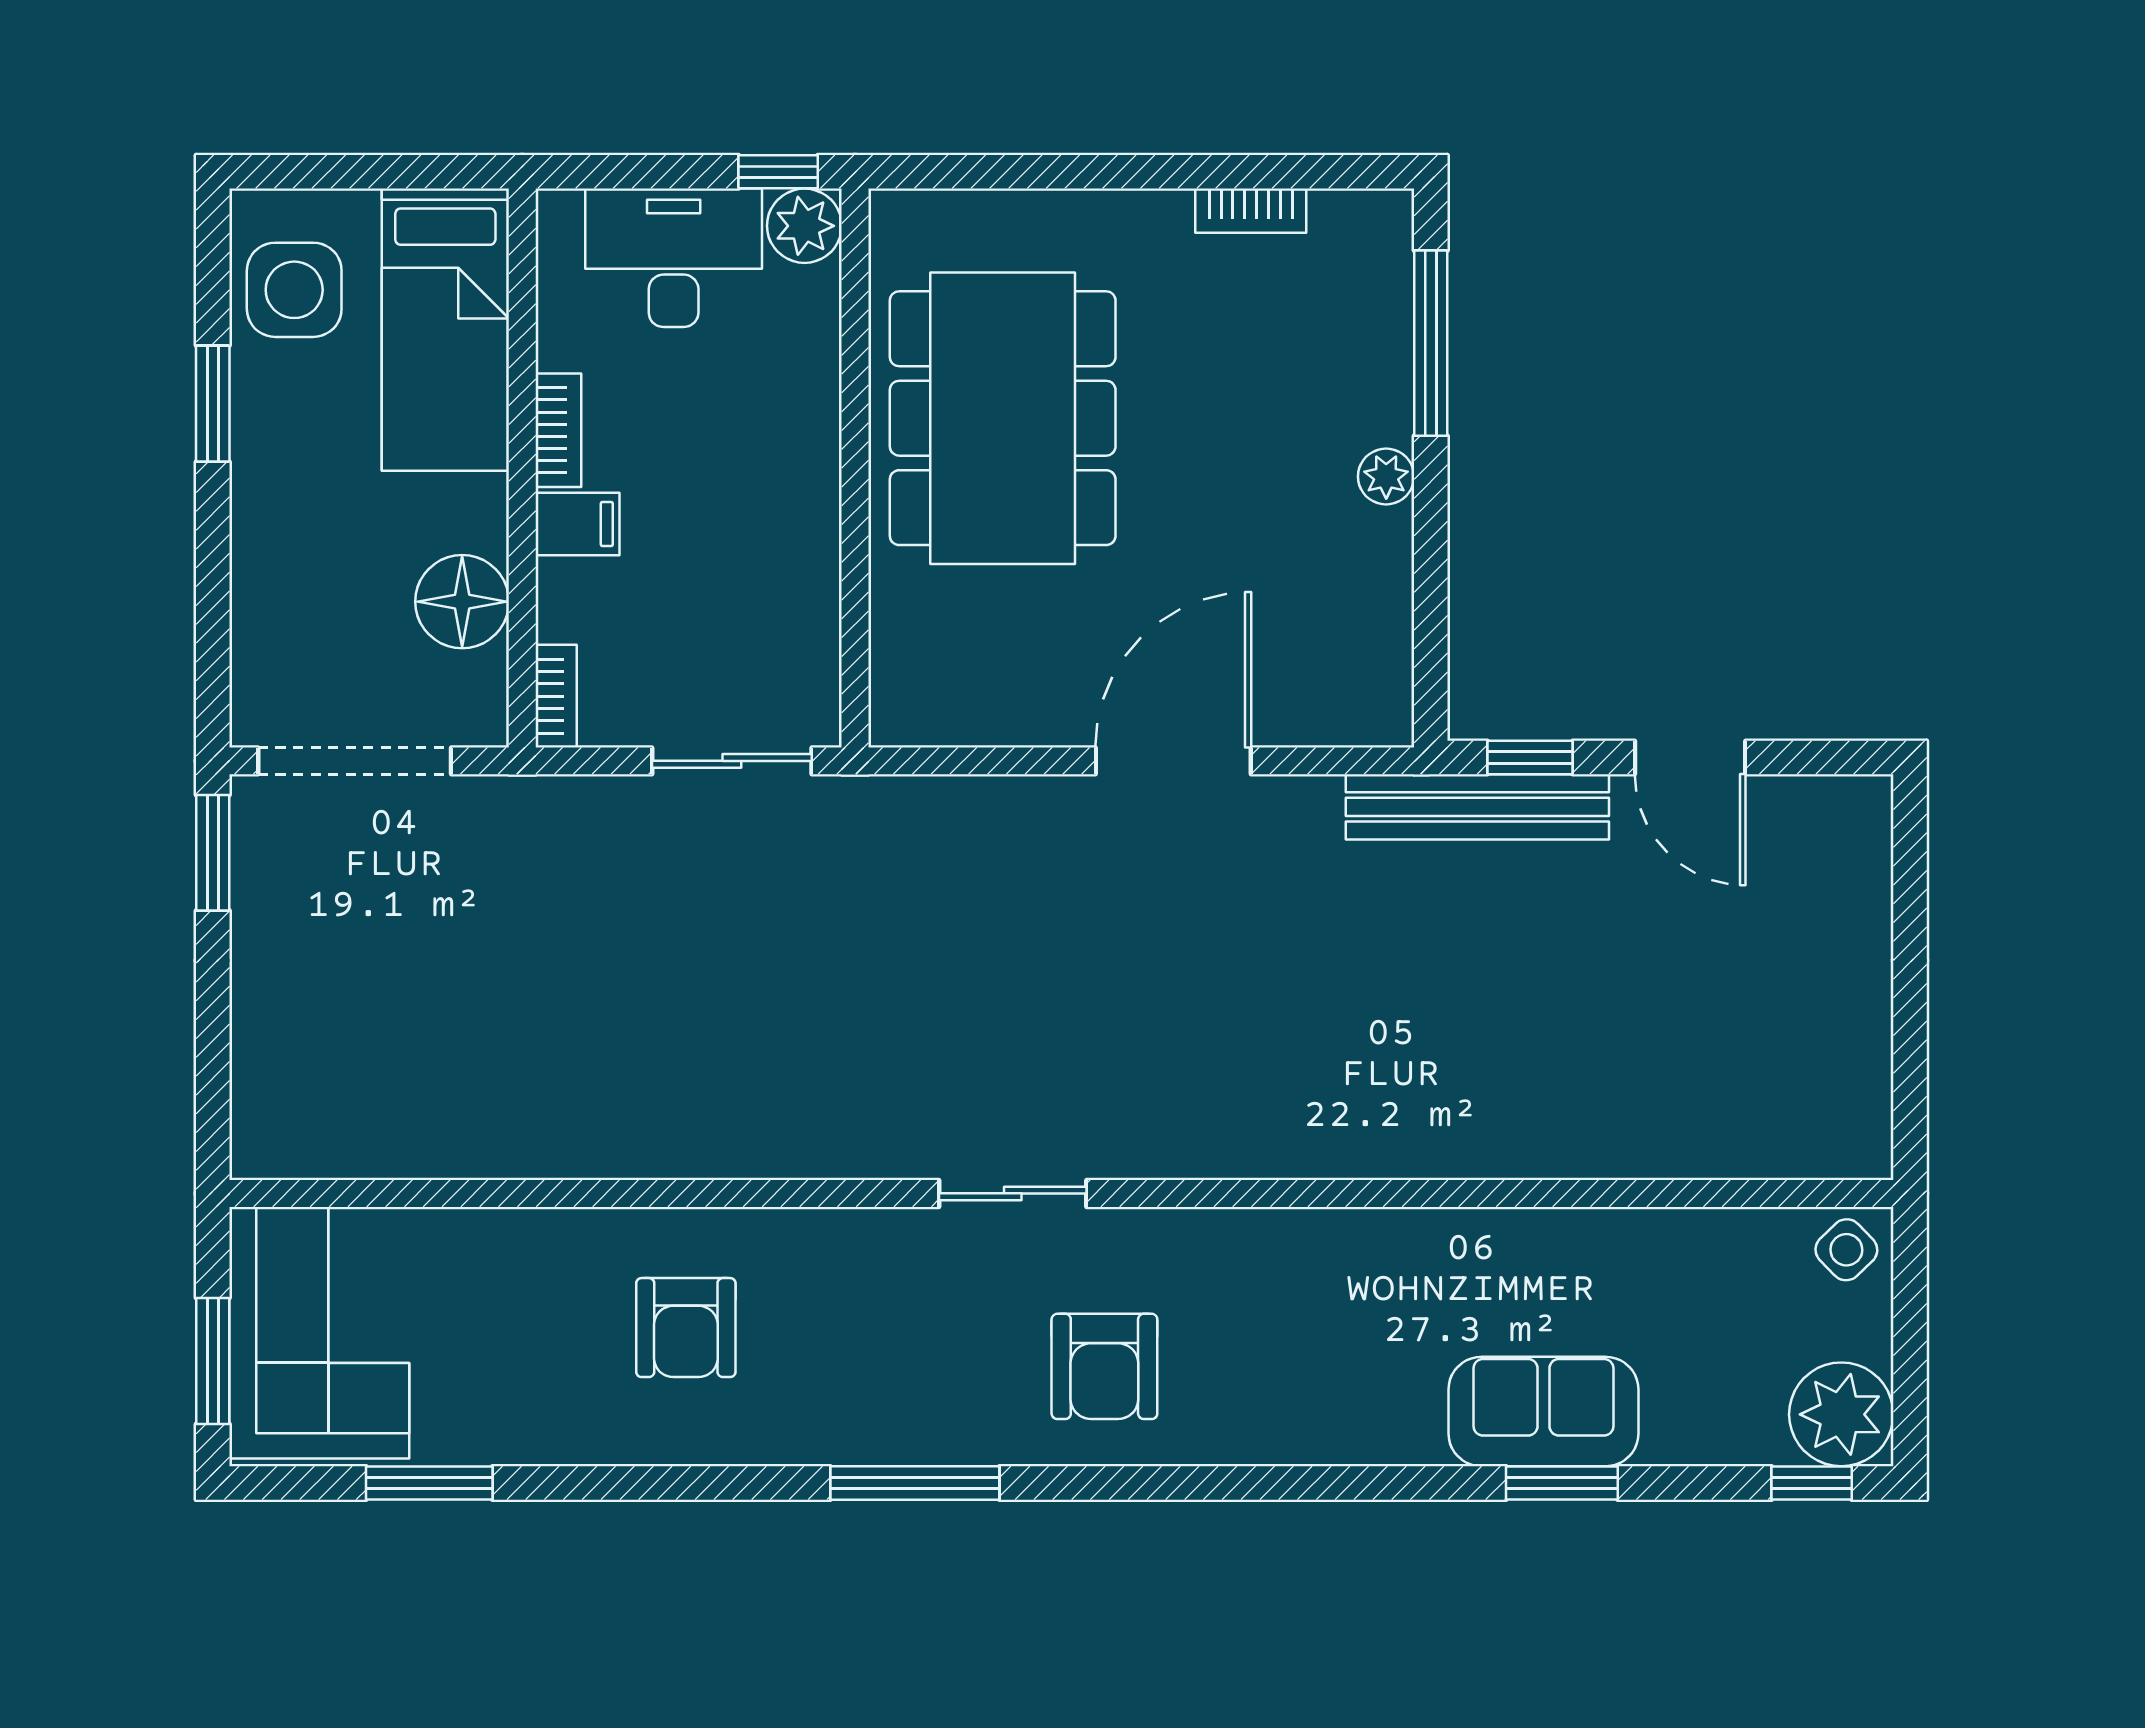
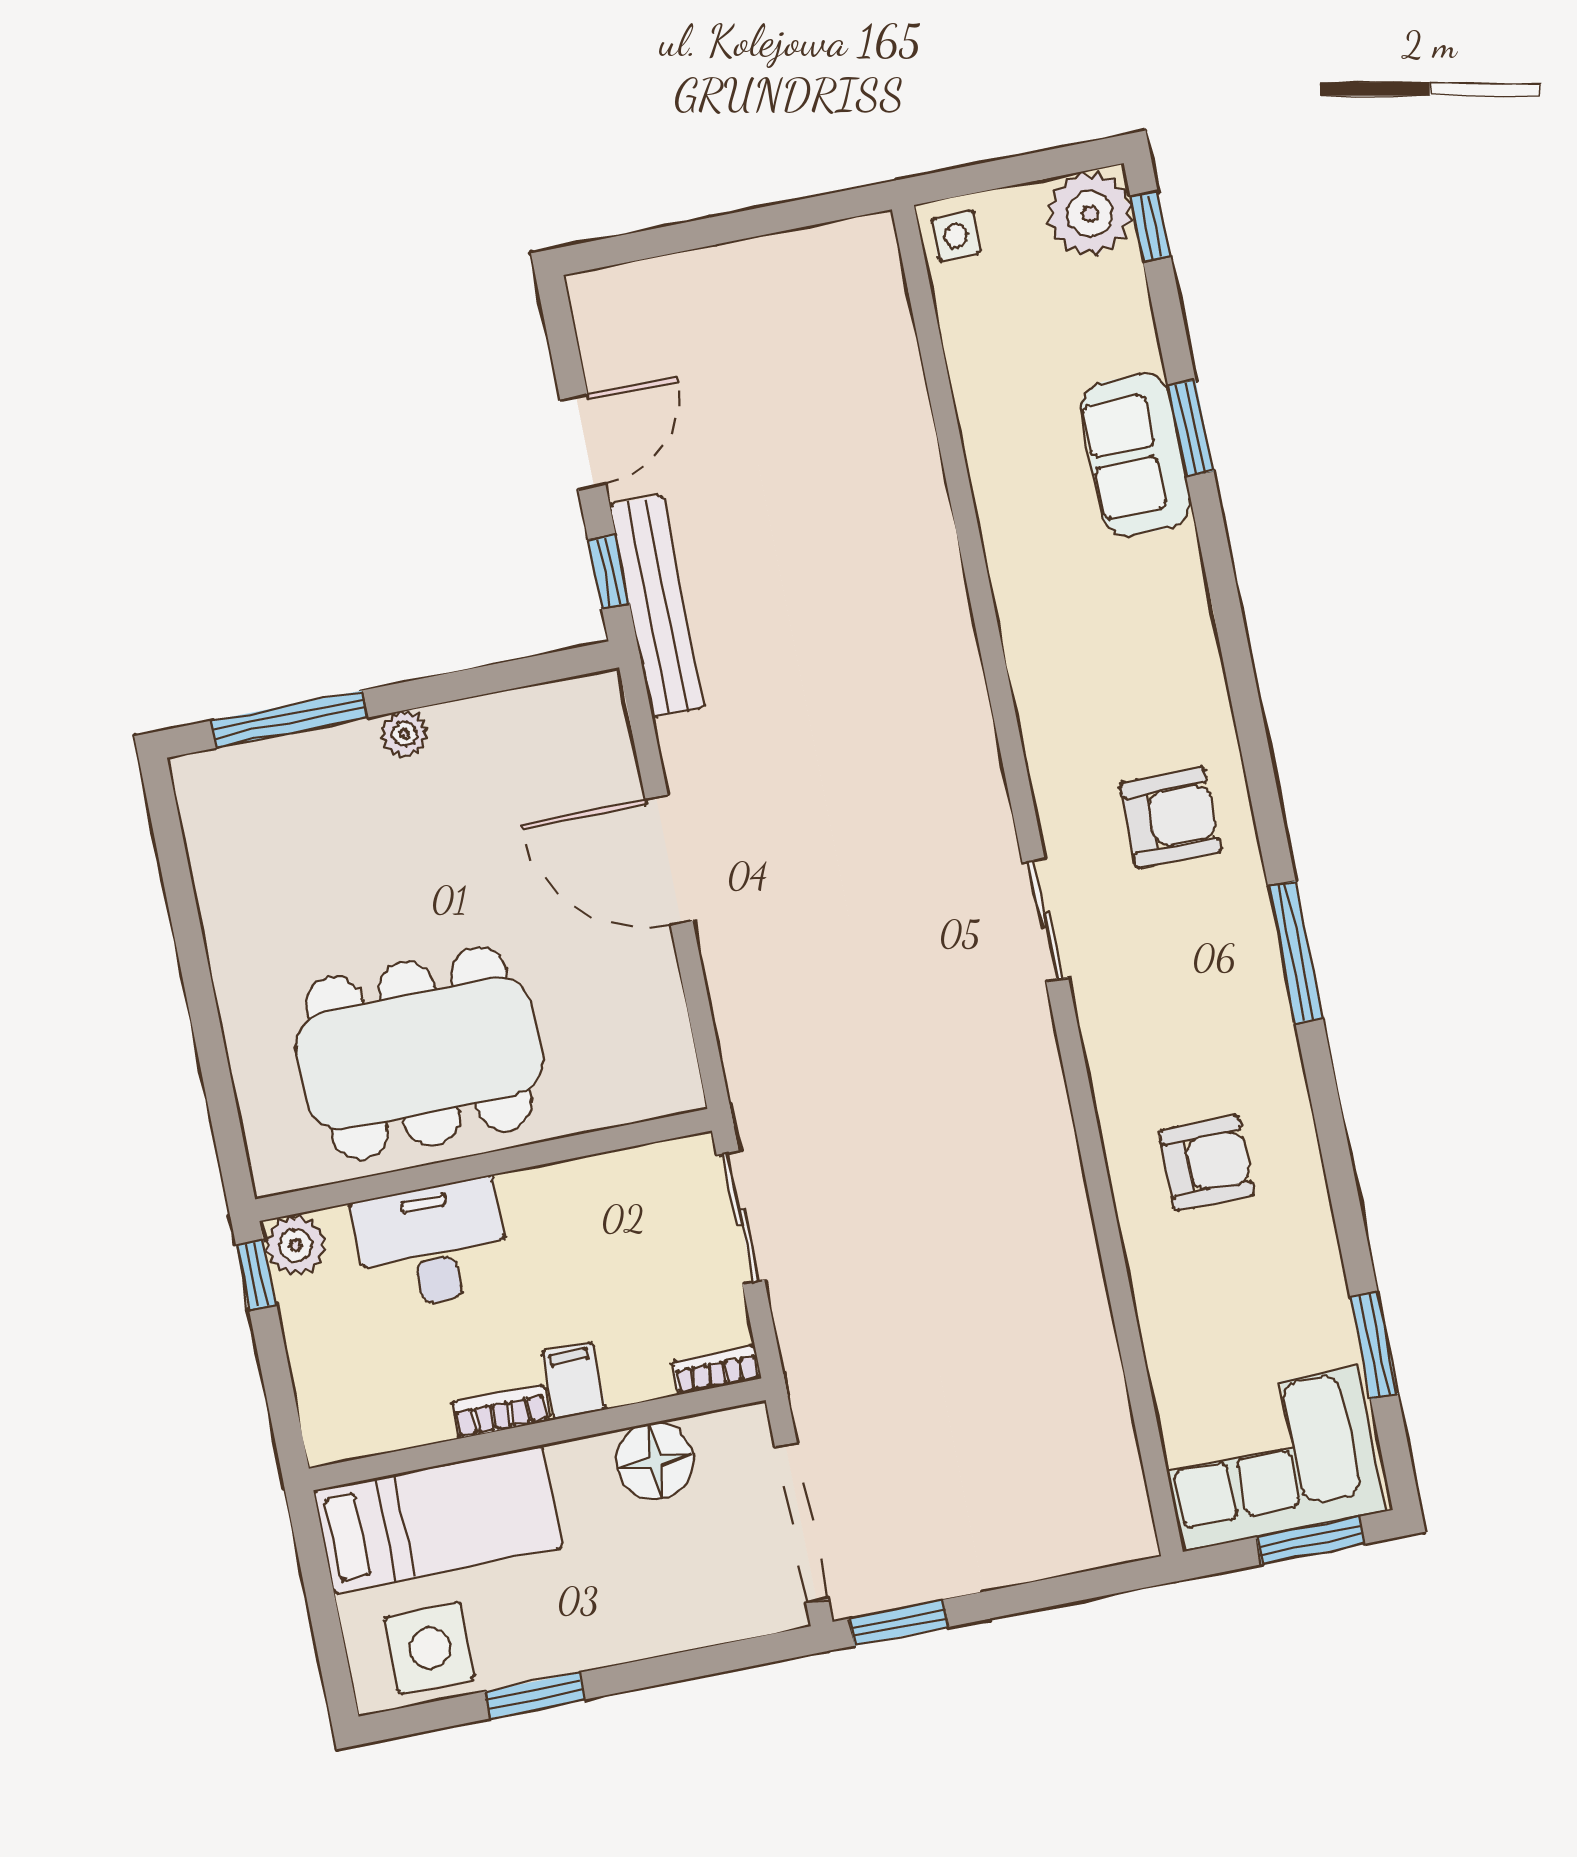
bookcase: (1251, 211) -> (211, 886), removed
desk: (674, 258) -> (432, 1245), moved, turned 90
side table: (1846, 1250) -> (956, 236), turned 45

